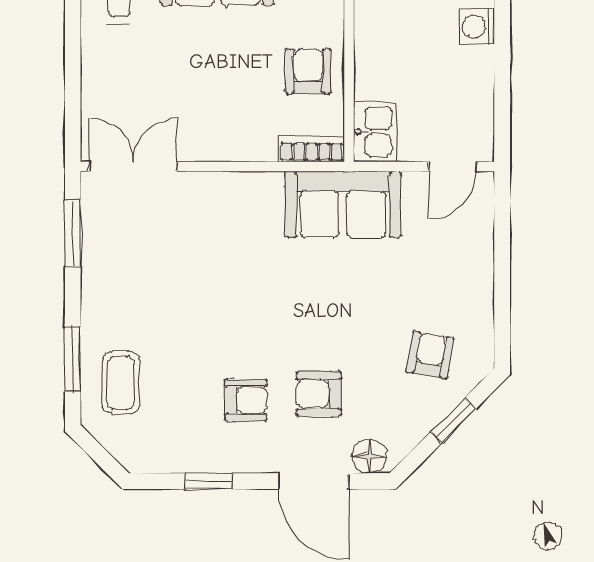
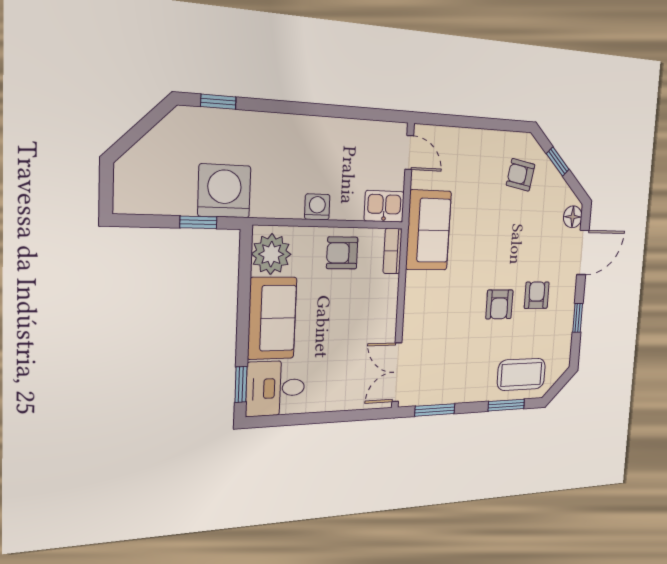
washing machine: (477, 27) -> (317, 207), moved, turned 180
coffee table: (121, 383) -> (521, 374), width x1.36, depth x1.30
armchair: (319, 394) -> (499, 304), moved

